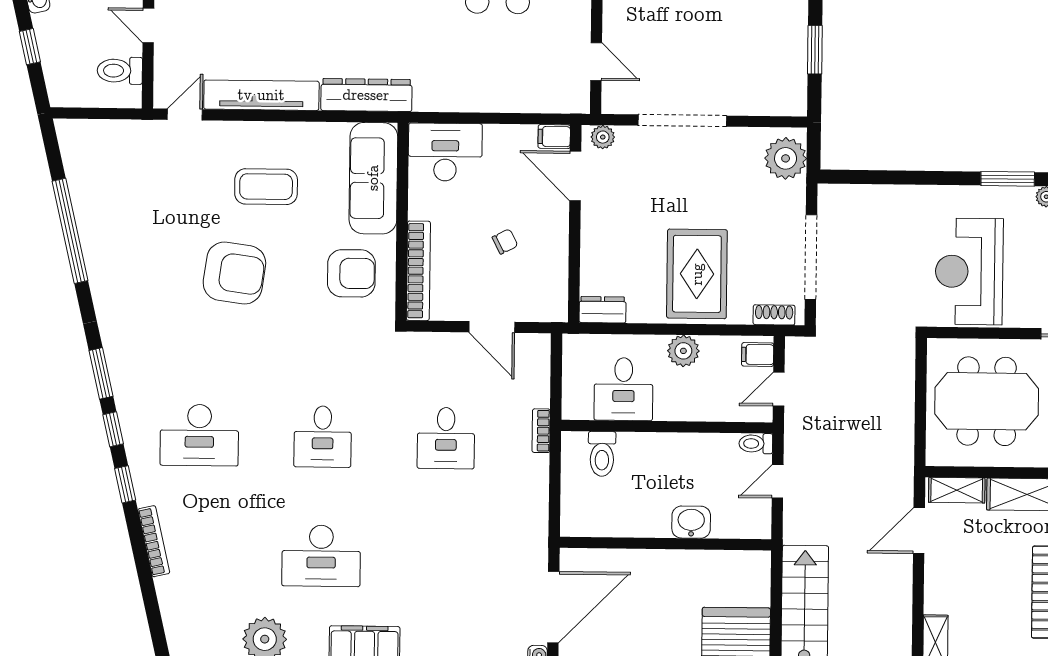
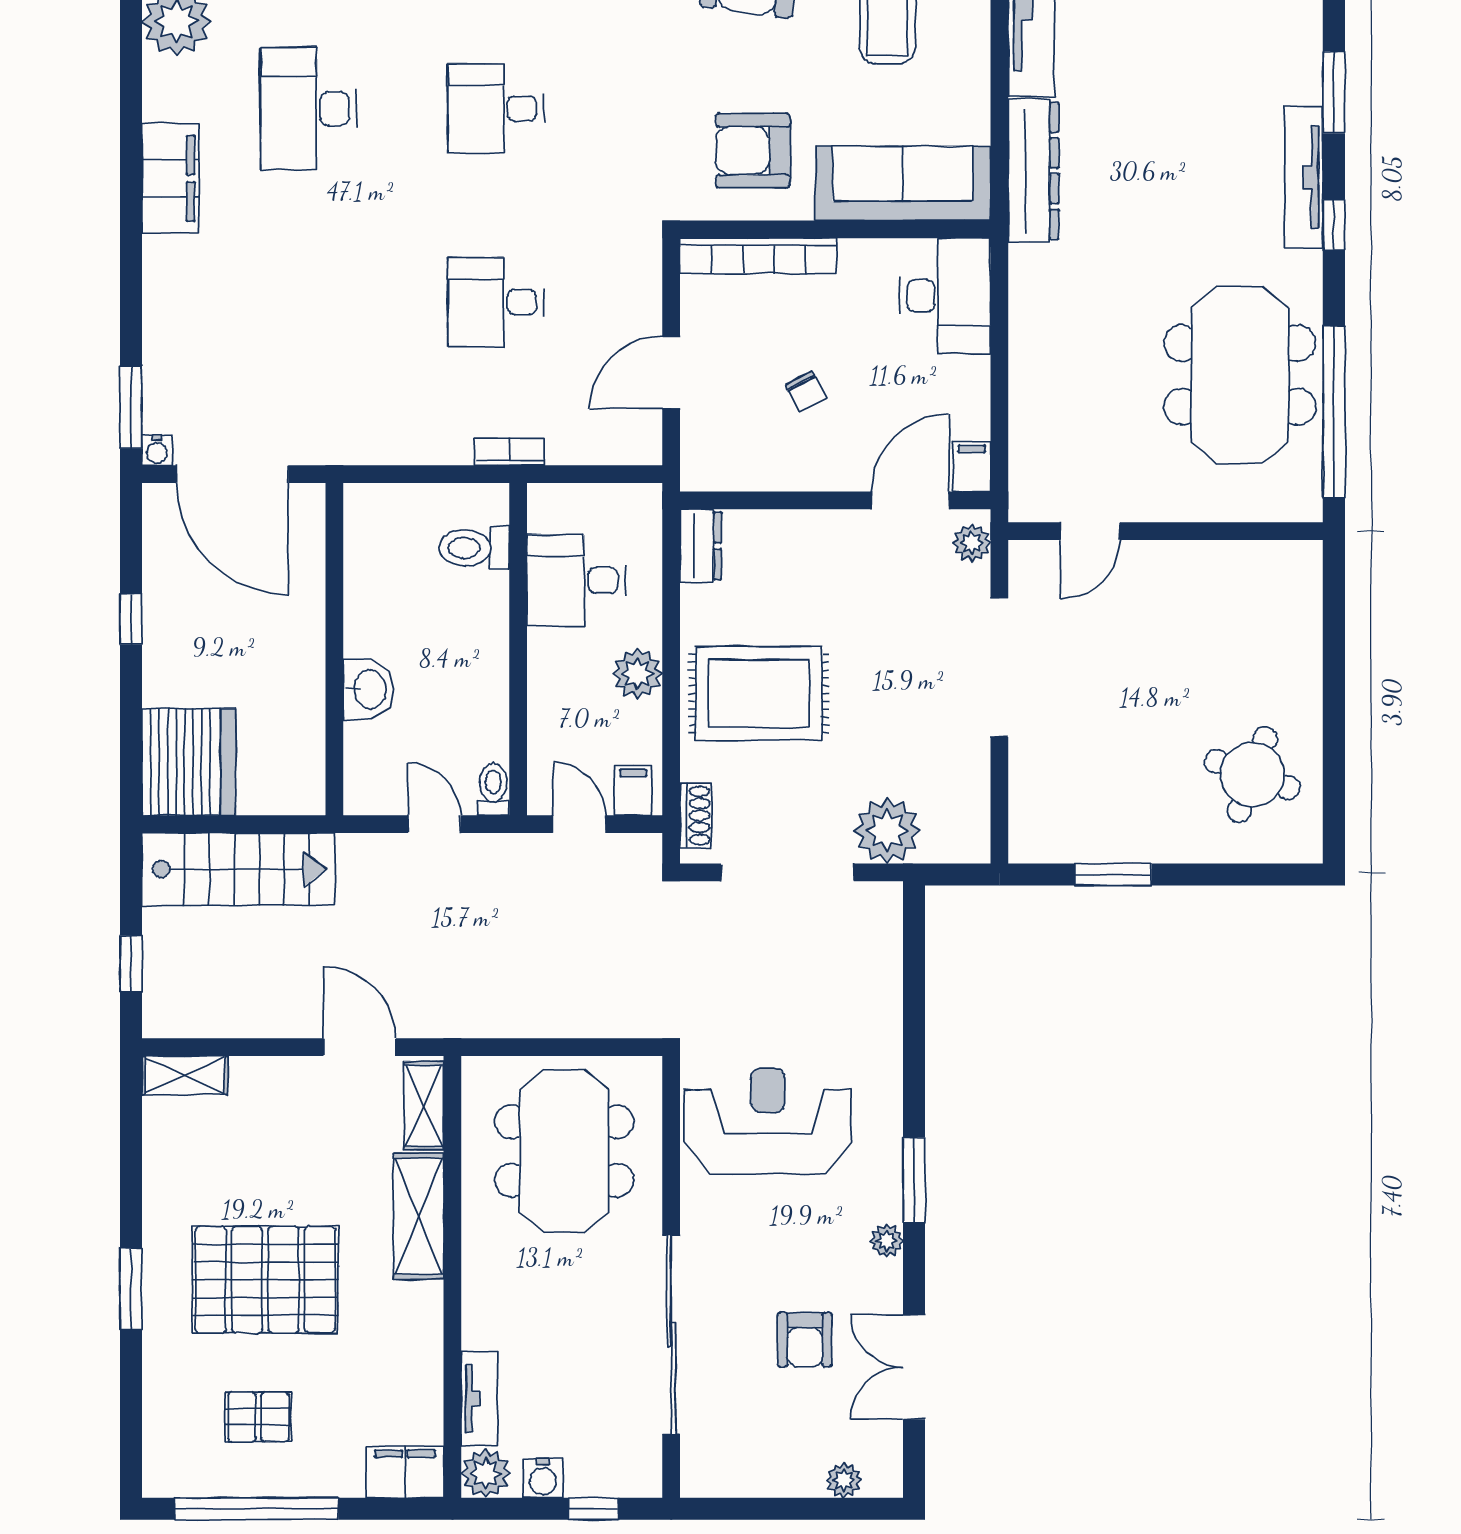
plant: (786, 158) -> (887, 831), moved
armchair: (351, 273) -> (753, 151), turned 90

